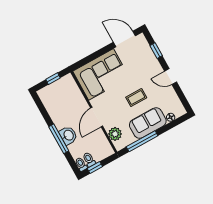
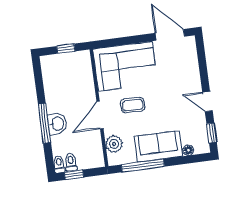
window: (156, 51) -> (212, 133), moved
coffee table: (136, 98) -> (133, 105), moved

